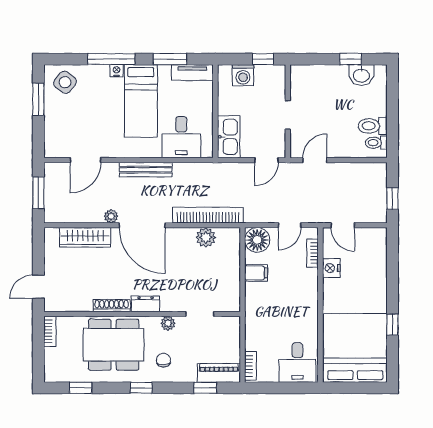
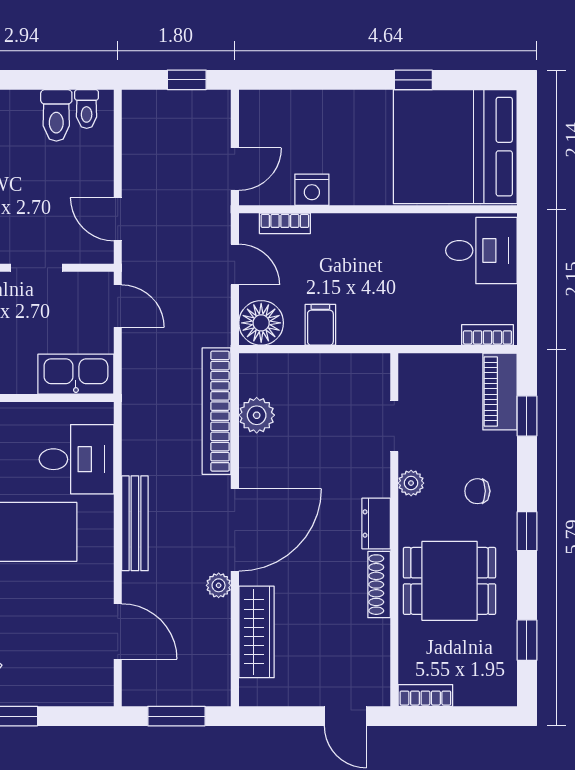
dining table: (114, 345) -> (450, 581), width x0.73

